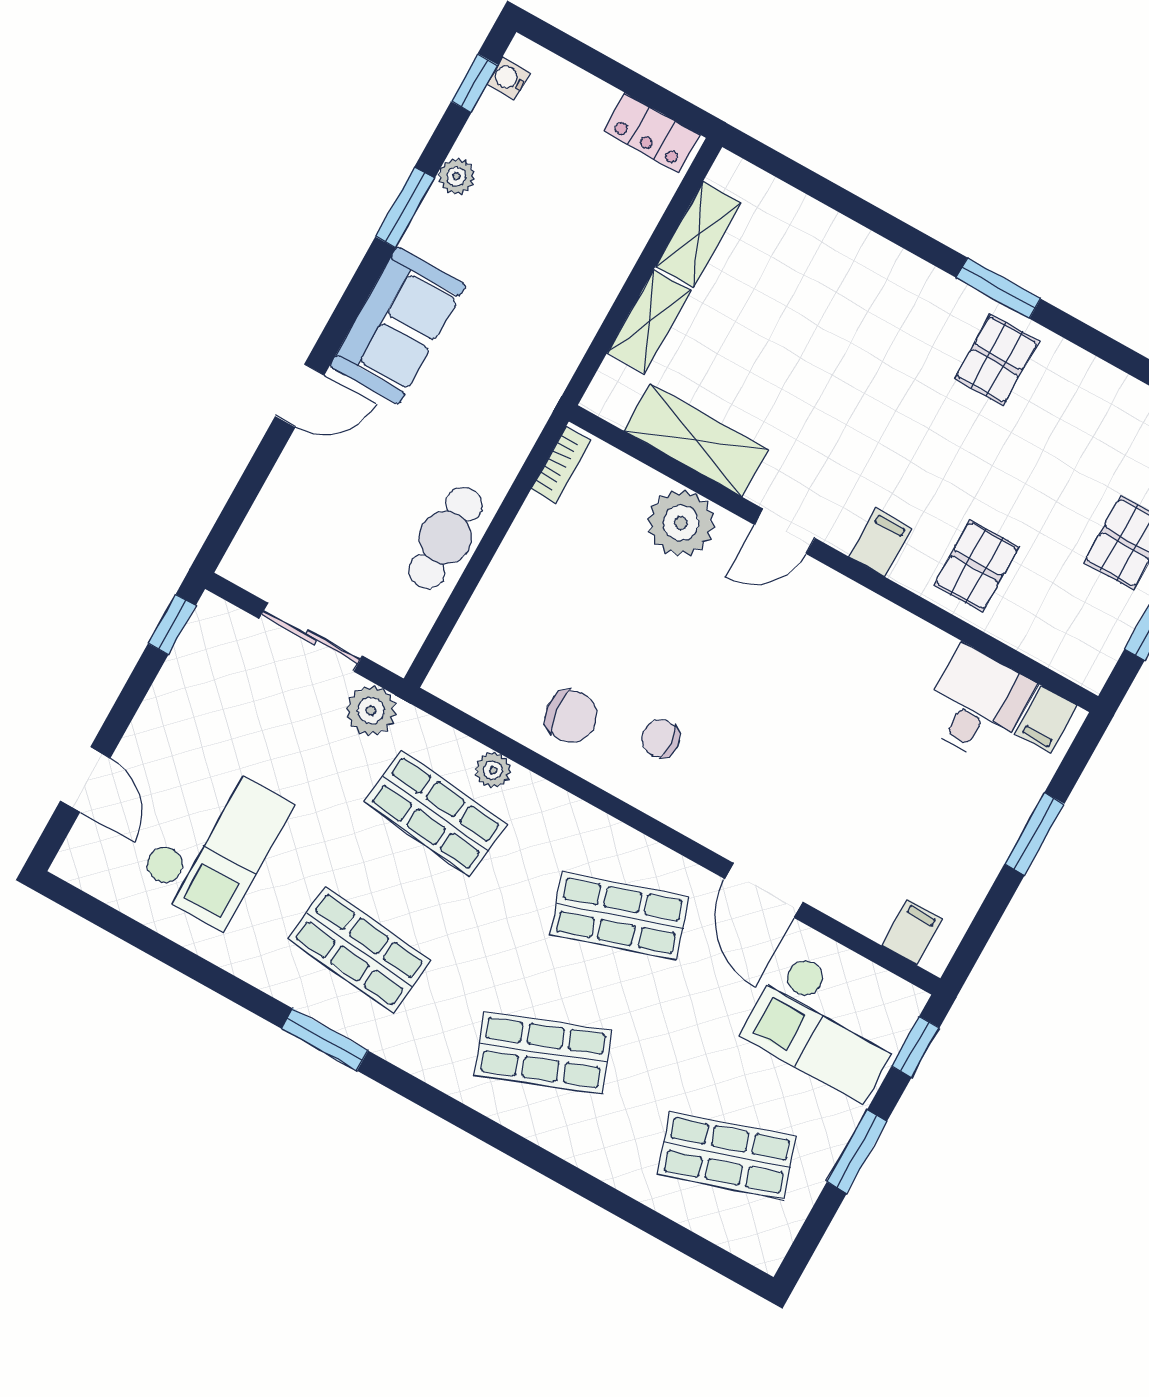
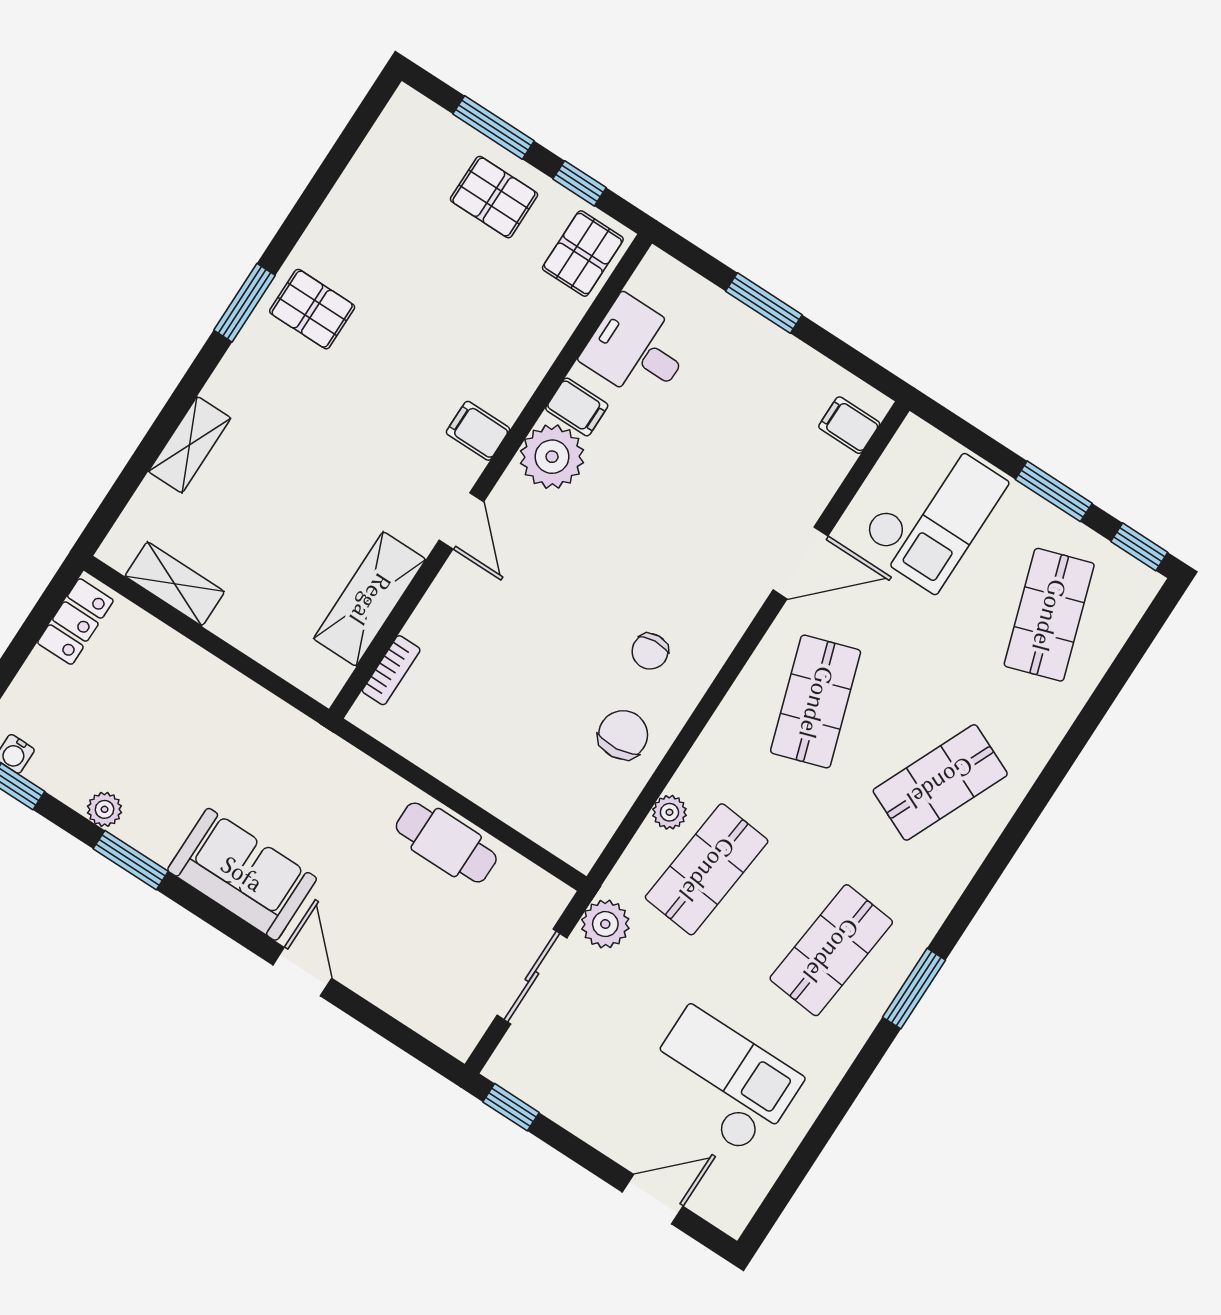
shelving: (649, 322) -> (190, 445), moved, turned 90
bookcase: (561, 465) -> (391, 670), moved, turned 90
plant: (681, 523) -> (552, 457), moved
pallet: (976, 566) -> (583, 254), moved, turned 90
filing cabinet: (1046, 719) -> (577, 407), moved
window: (915, 1047) -> (1139, 547), moved
shop shelf: (543, 1053) -> (940, 782), turned 45

